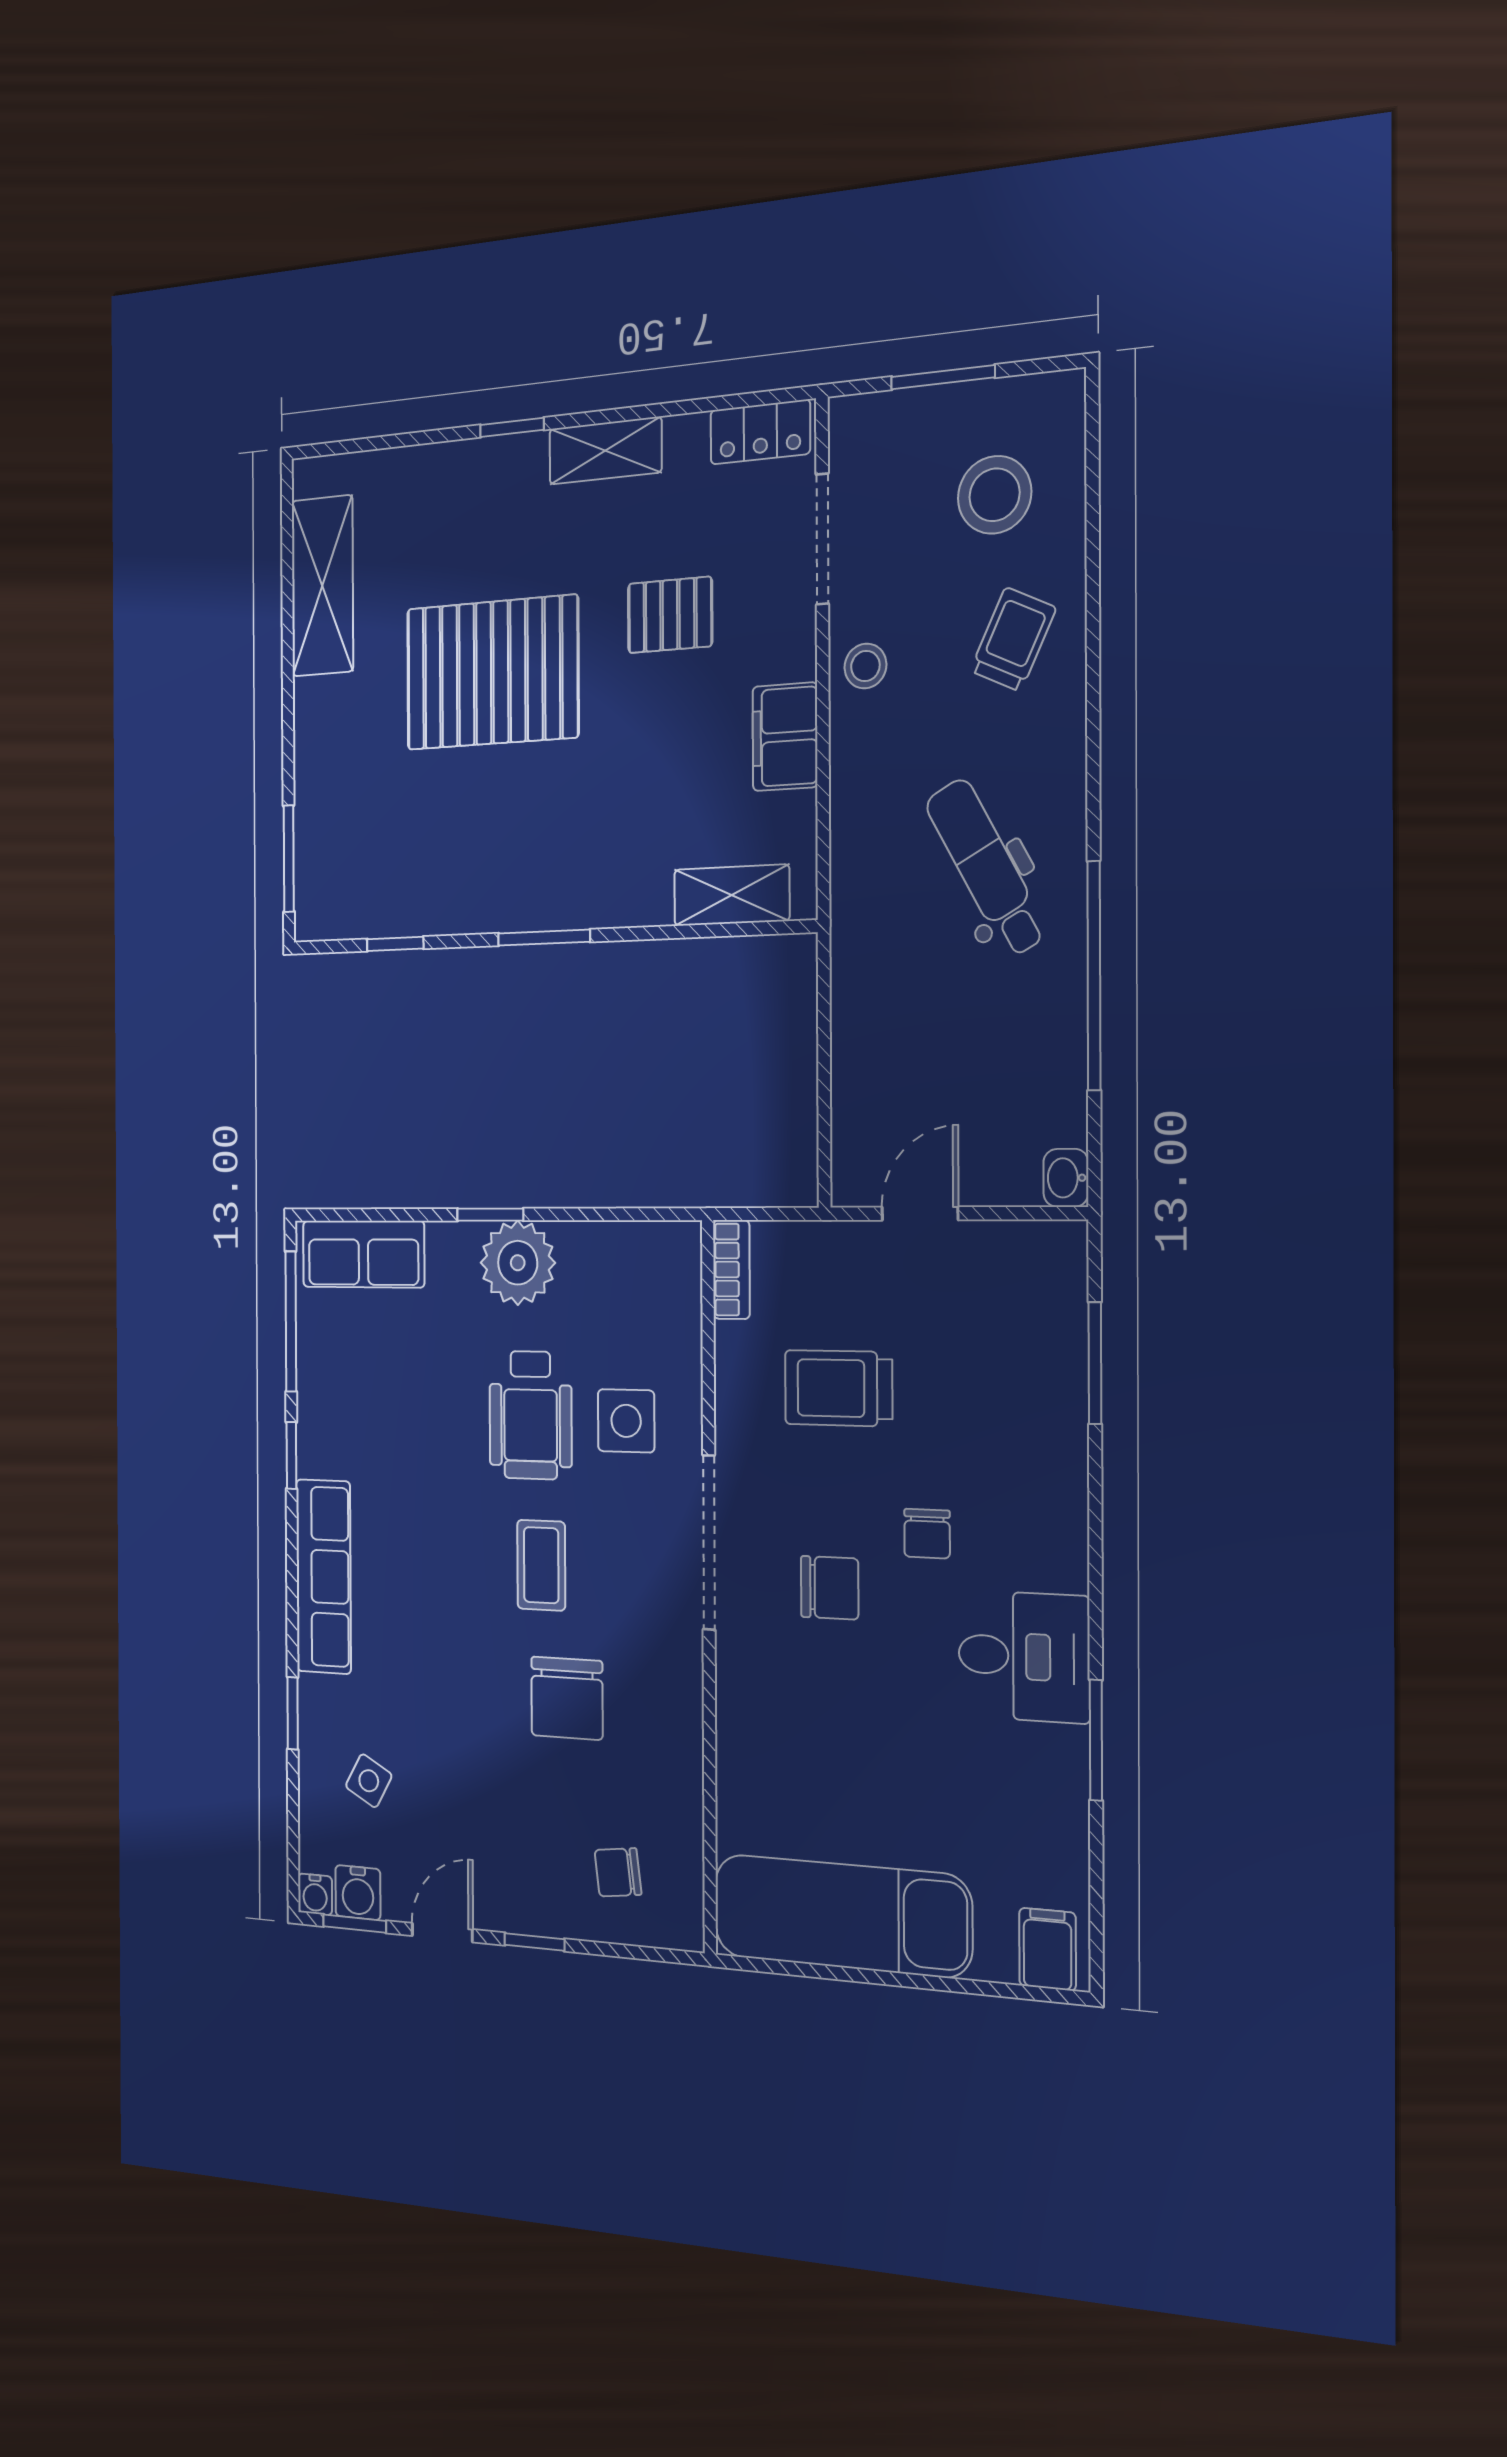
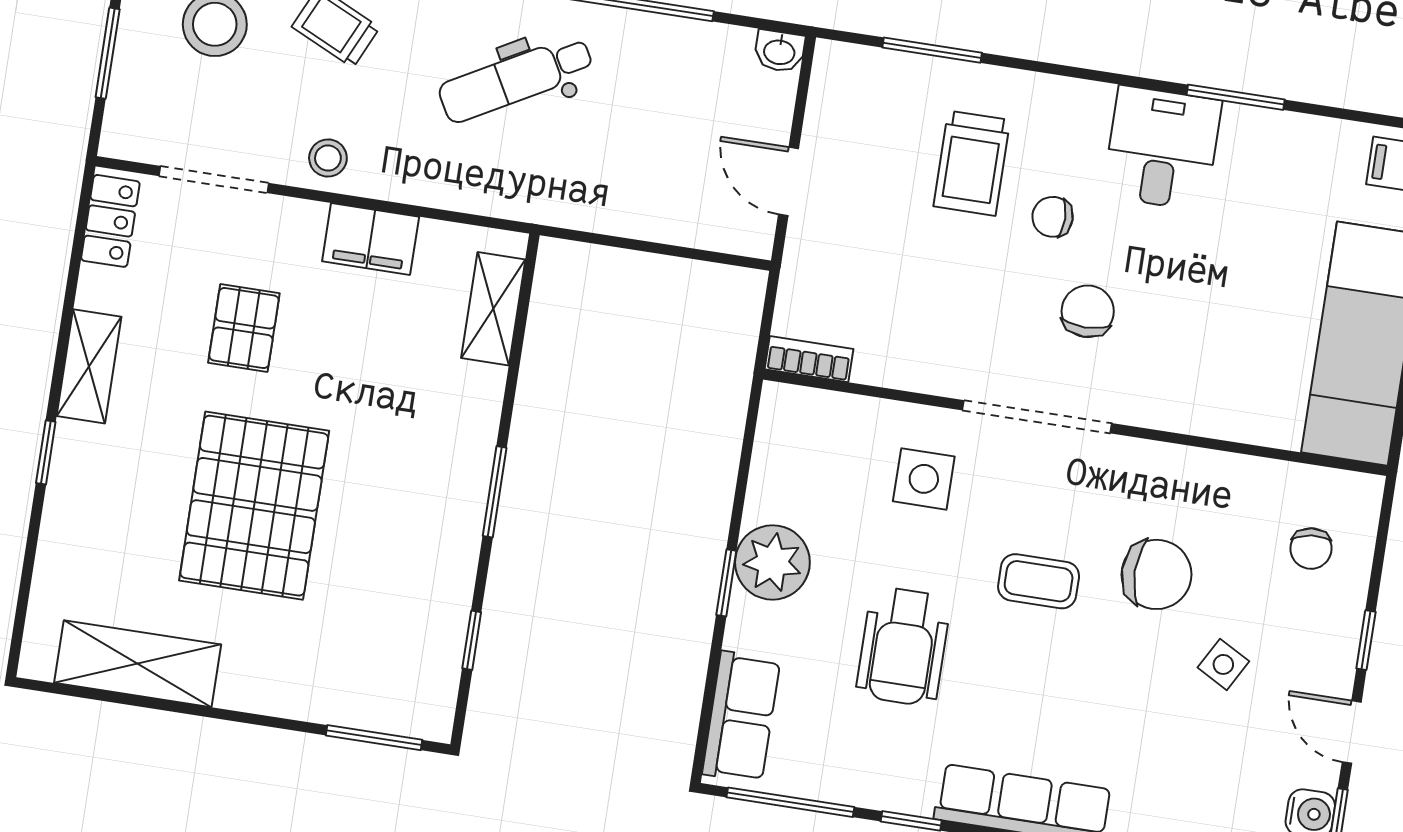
trolley: (838, 1388) -> (972, 163), moved
wheelchair: (531, 1415) -> (903, 646), moved, turned 90
chair: (927, 1534) -> (1053, 217), turned 180
side table: (369, 1781) -> (1223, 664), moved

